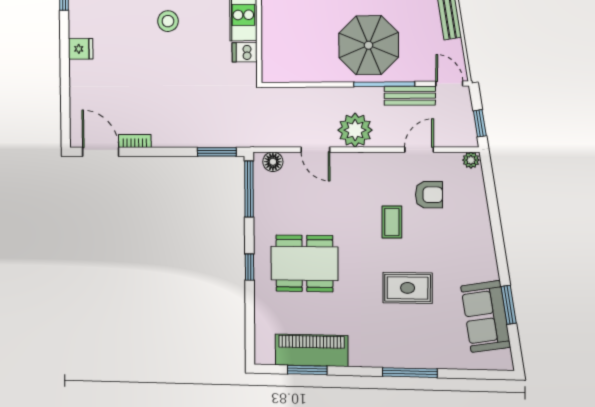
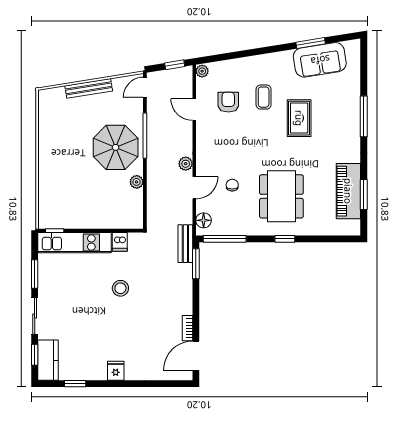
stool: (168, 21) -> (120, 288), moved
plant: (323, 74) -> (137, 182), added
bench: (410, 96) -> (185, 244), moved
plant: (355, 130) -> (186, 164), width x0.53, depth x0.53
chair: (319, 199) -> (232, 185), added
coffee table: (392, 222) -> (264, 97), moved, turned 90

